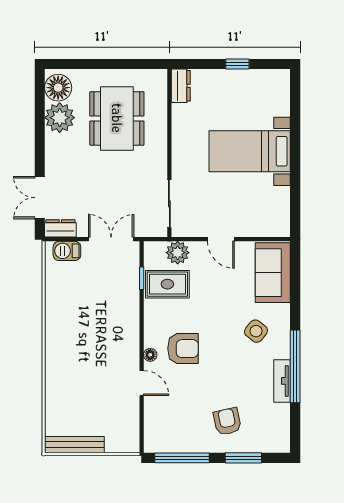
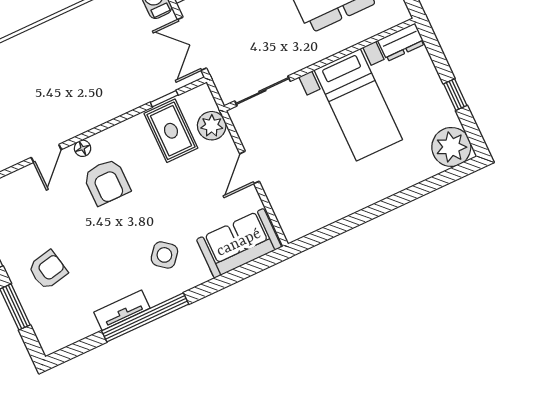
plant: (274, 85) -> (451, 147), added
bed with nightstands: (250, 151) -> (358, 105), moved, turned 180
double door: (111, 239) -> (192, 44), swing flipped

